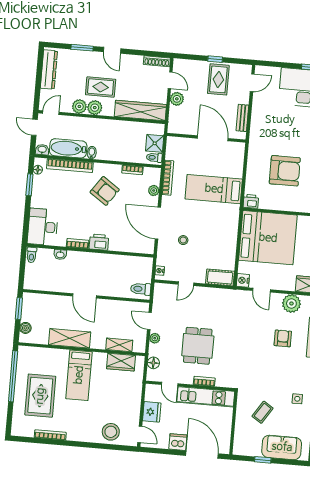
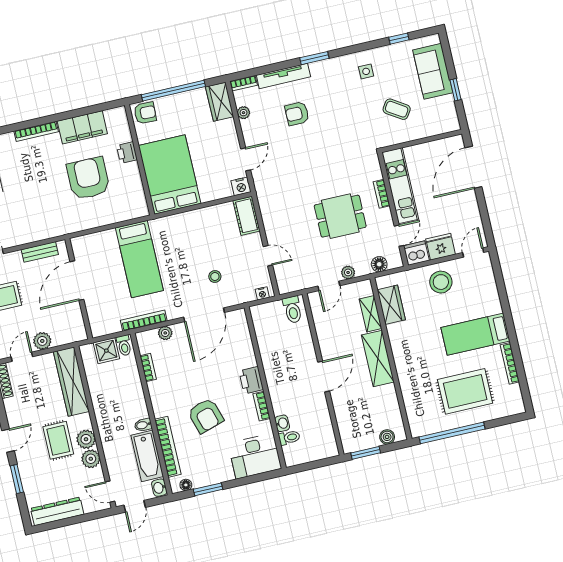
armchair: (105, 191) -> (206, 416), moved, turned 128
printer: (251, 201) -> (127, 153), moved
bed: (268, 238) -> (170, 174), width x0.73
toilet: (32, 255) -> (289, 438), moved
plant: (291, 303) -> (243, 113), width x0.53, depth x0.53
shelving: (70, 338) -> (378, 358), moved
bed: (79, 375) -> (475, 334), moved, turned 180
stool: (111, 432) -> (441, 282), moved
dishwasher: (178, 442) -> (416, 253), moved, turned 90

